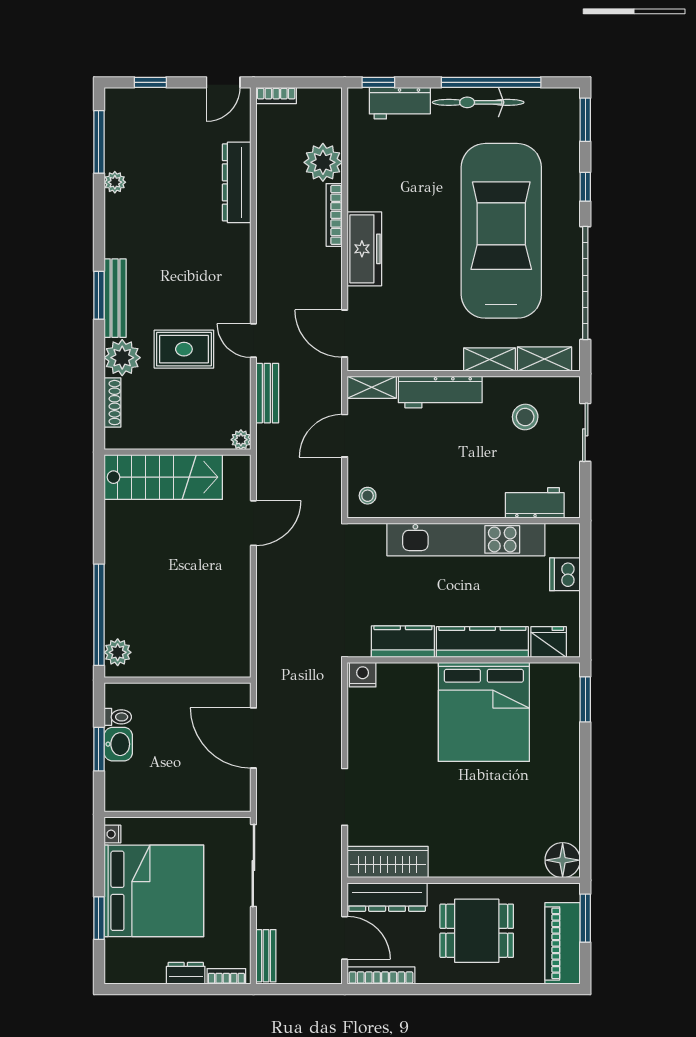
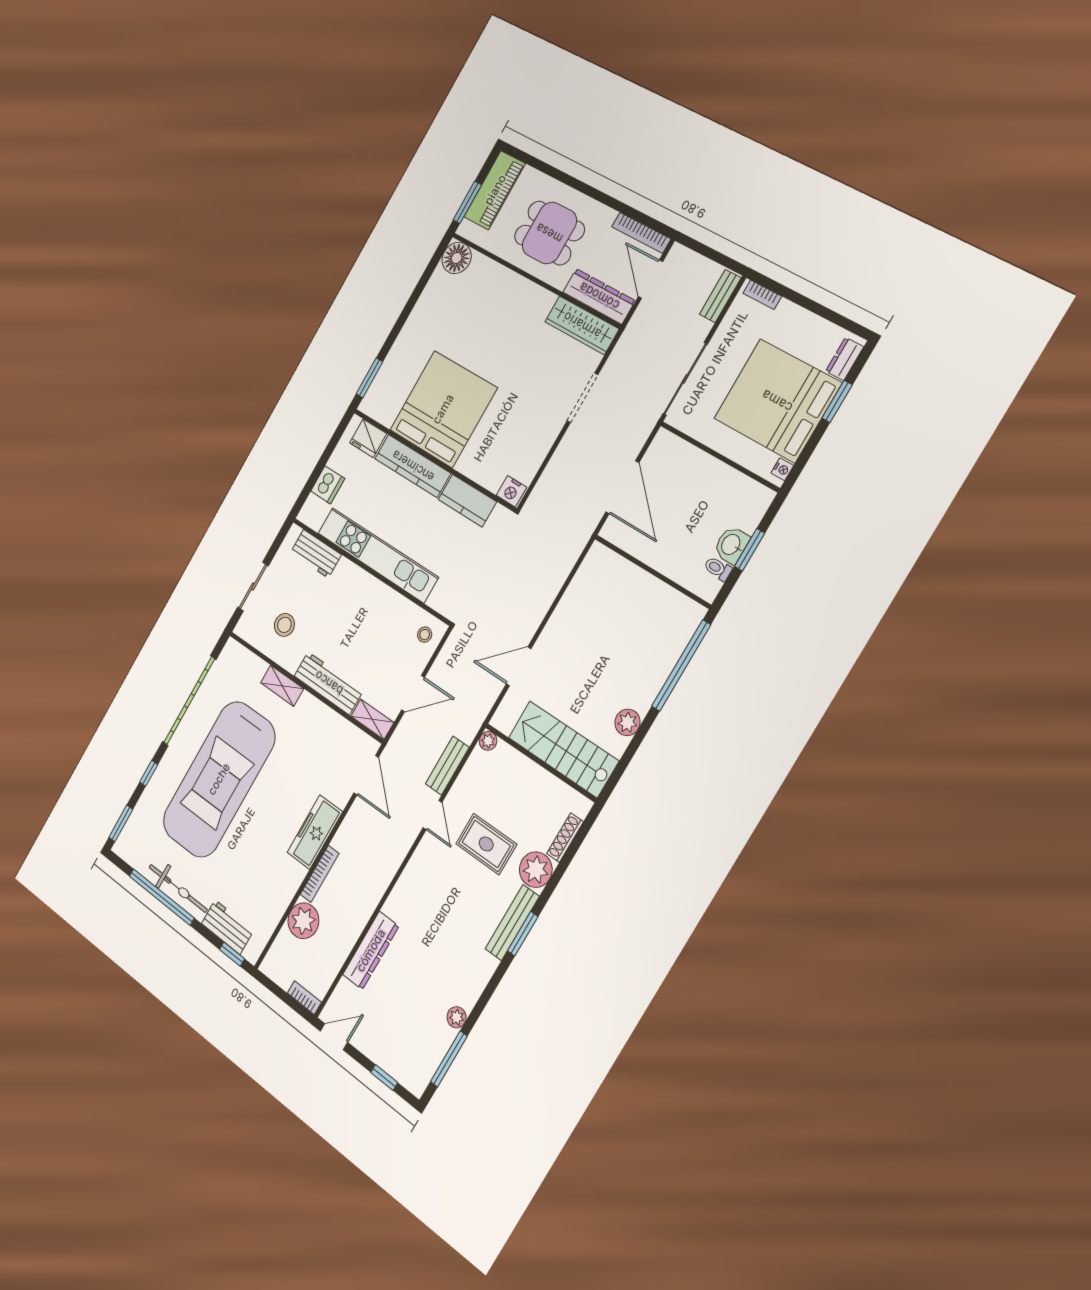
shelving: (545, 359) -> (247, 661), removed
plant: (118, 652) -> (627, 722), moved
dresser: (186, 973) -> (845, 359), moved, turned 90

